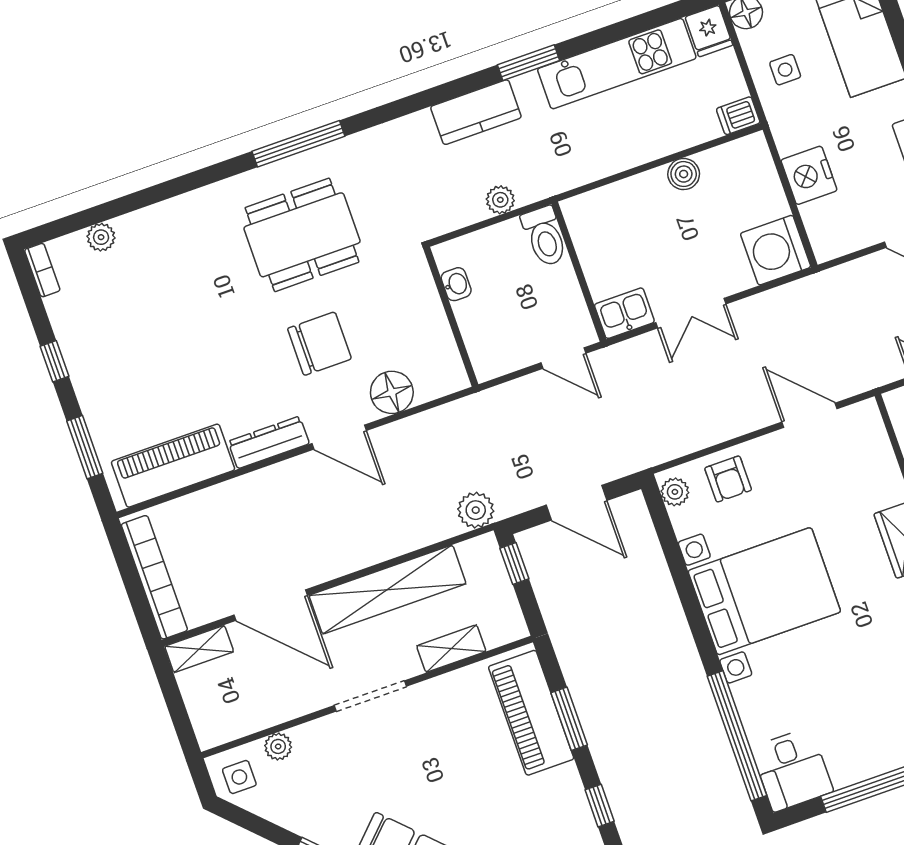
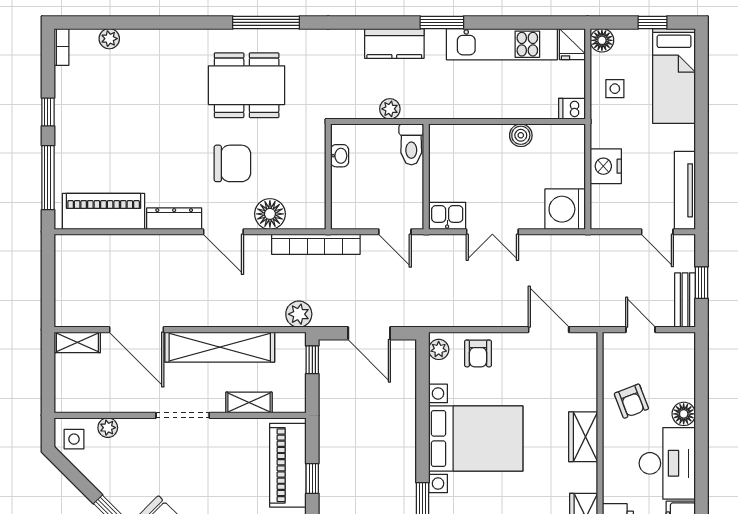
window: (85, 447) -> (48, 178), width x1.44
bookcase: (154, 577) -> (316, 244), moved, turned 90
window: (569, 719) -> (312, 478), width x0.67

